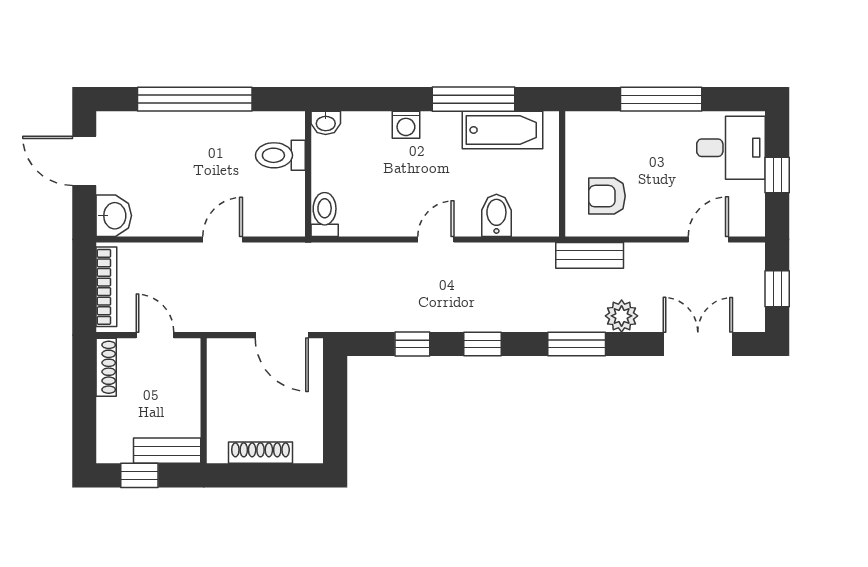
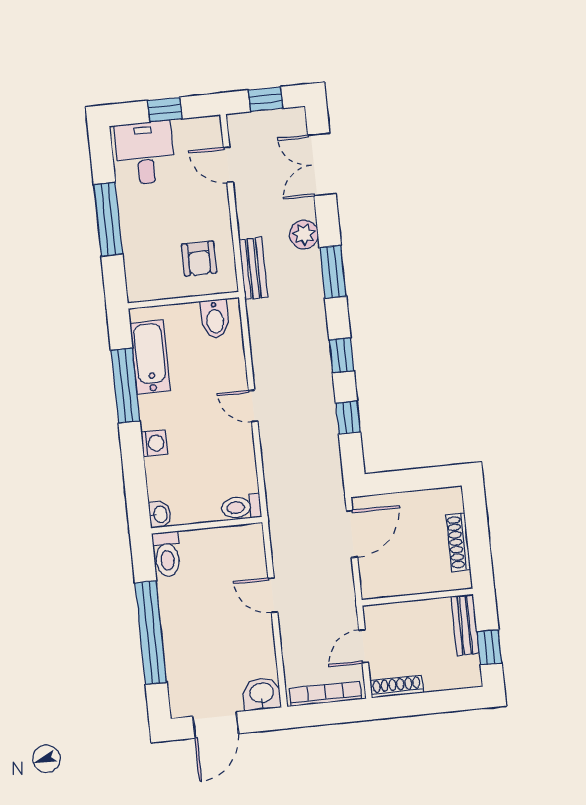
toilet: (280, 155) -> (167, 554), moved
bidet: (496, 215) -> (215, 319), moved, turned -90

